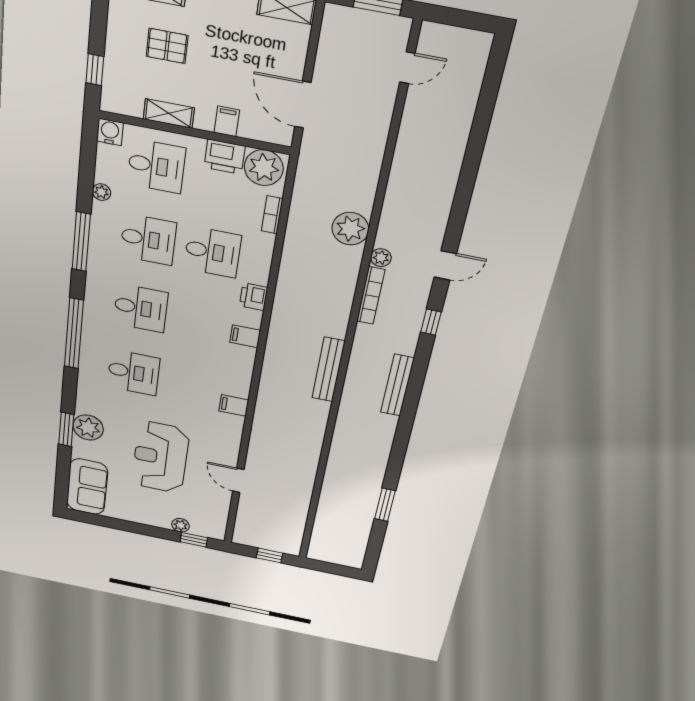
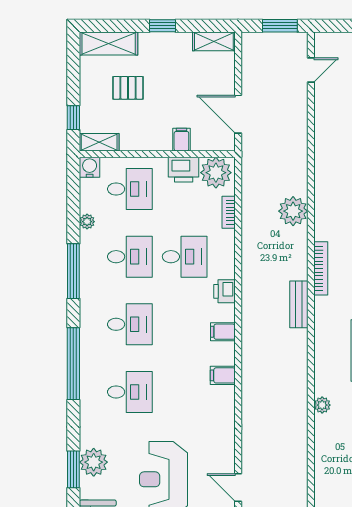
shelving: (169, 113) -> (99, 142), moved
plant: (381, 258) -> (322, 405), moved
bench: (328, 370) -> (299, 304), moved, width x0.73
filing cabinet: (234, 405) -> (223, 375), moved

